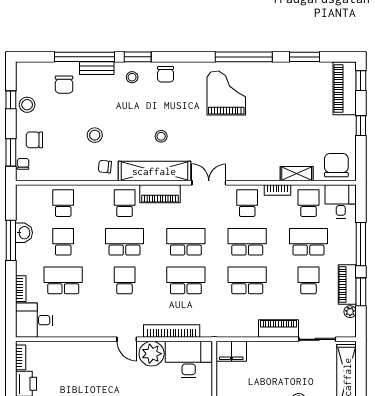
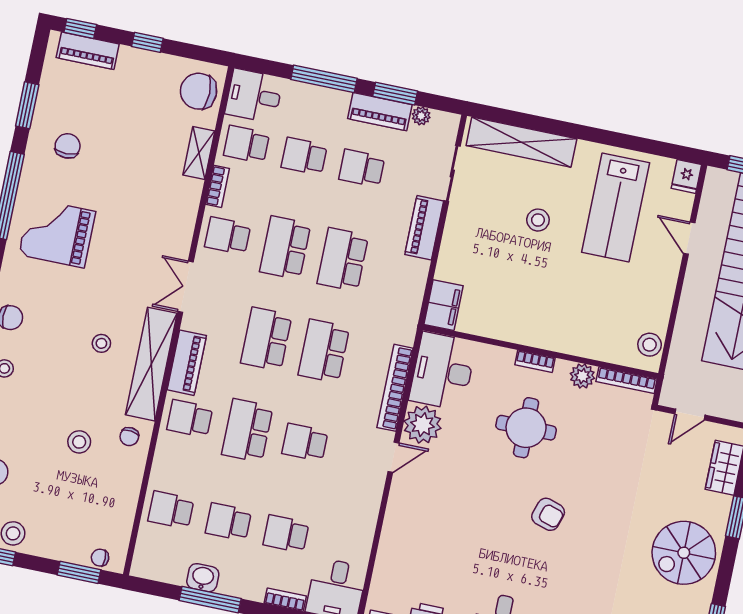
piano: (345, 88) -> (88, 51), width x0.73, depth x0.75
chair: (34, 140) -> (68, 146), moved, turned 180
school desk: (309, 242) -> (304, 156), width x0.54
school desk: (63, 280) -> (286, 534), width x0.54

